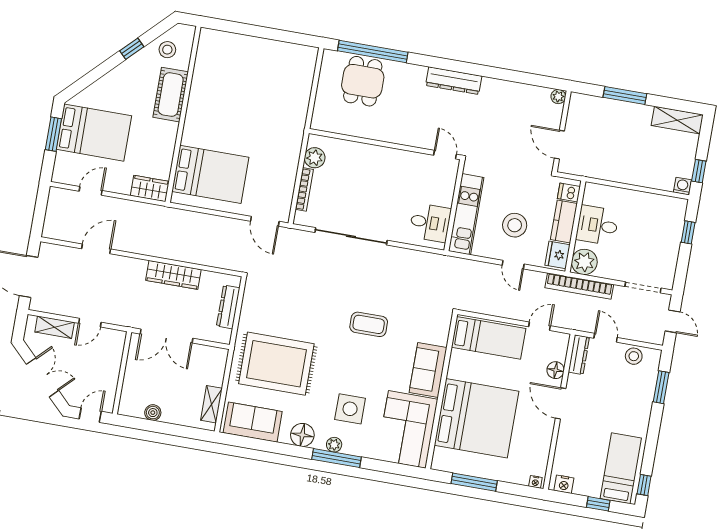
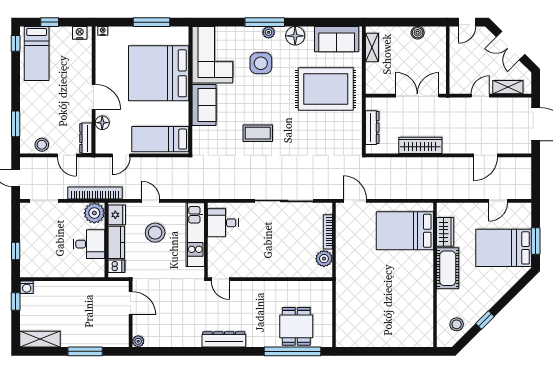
cot: (171, 95) -> (448, 268), moved
wardrobe: (150, 188) -> (445, 232), moved, turned -90

